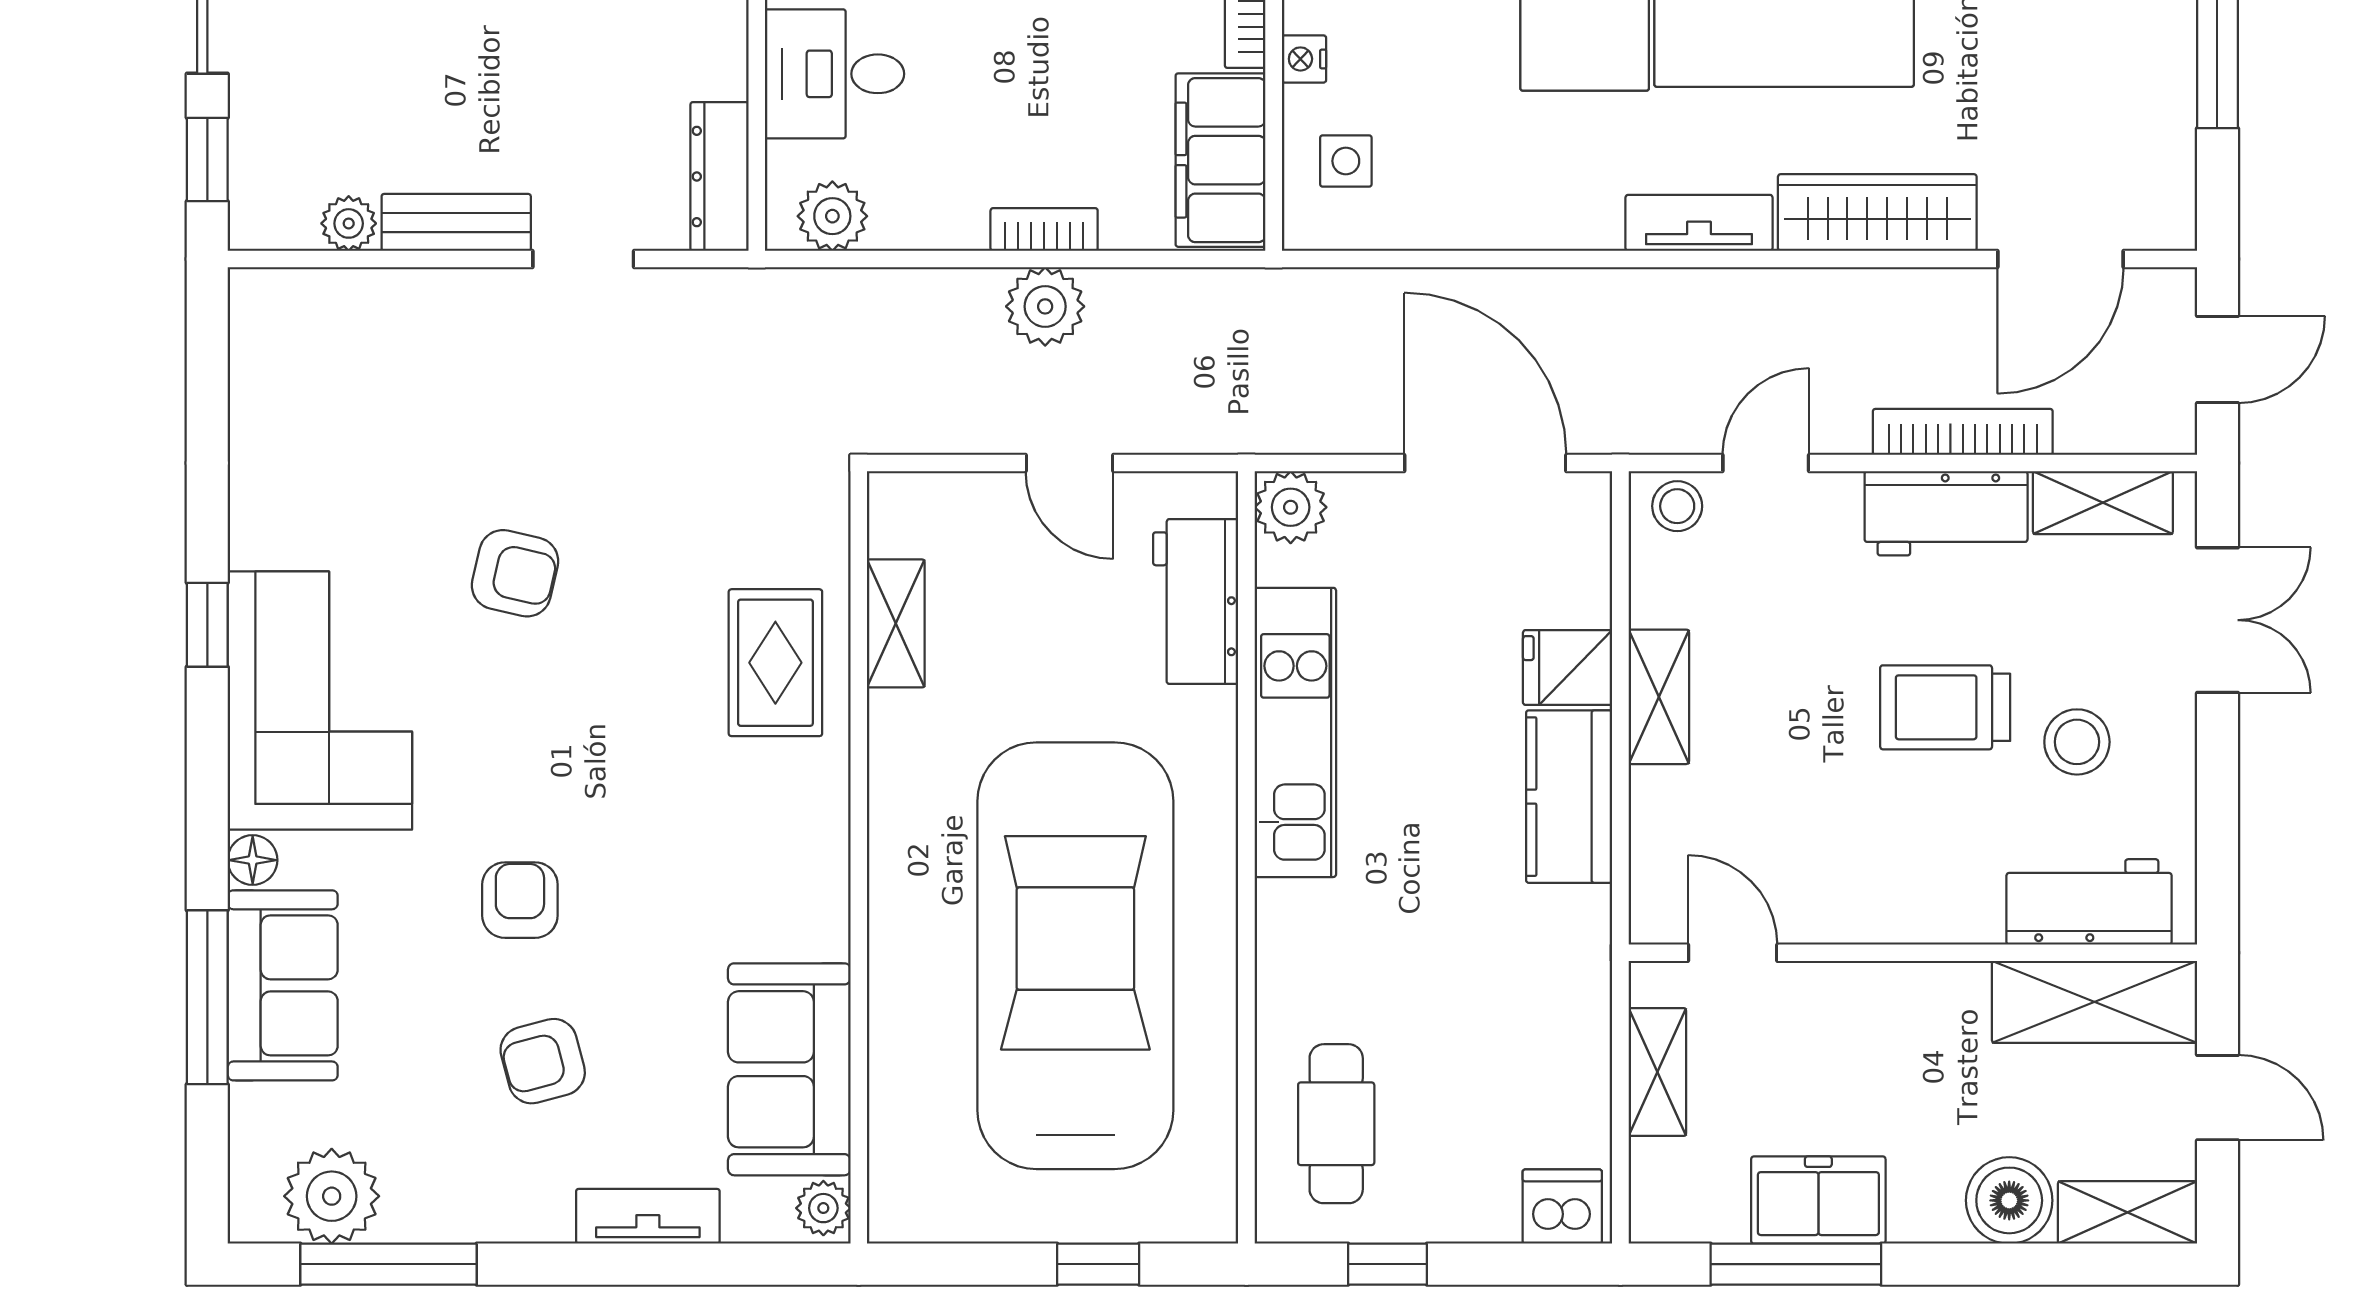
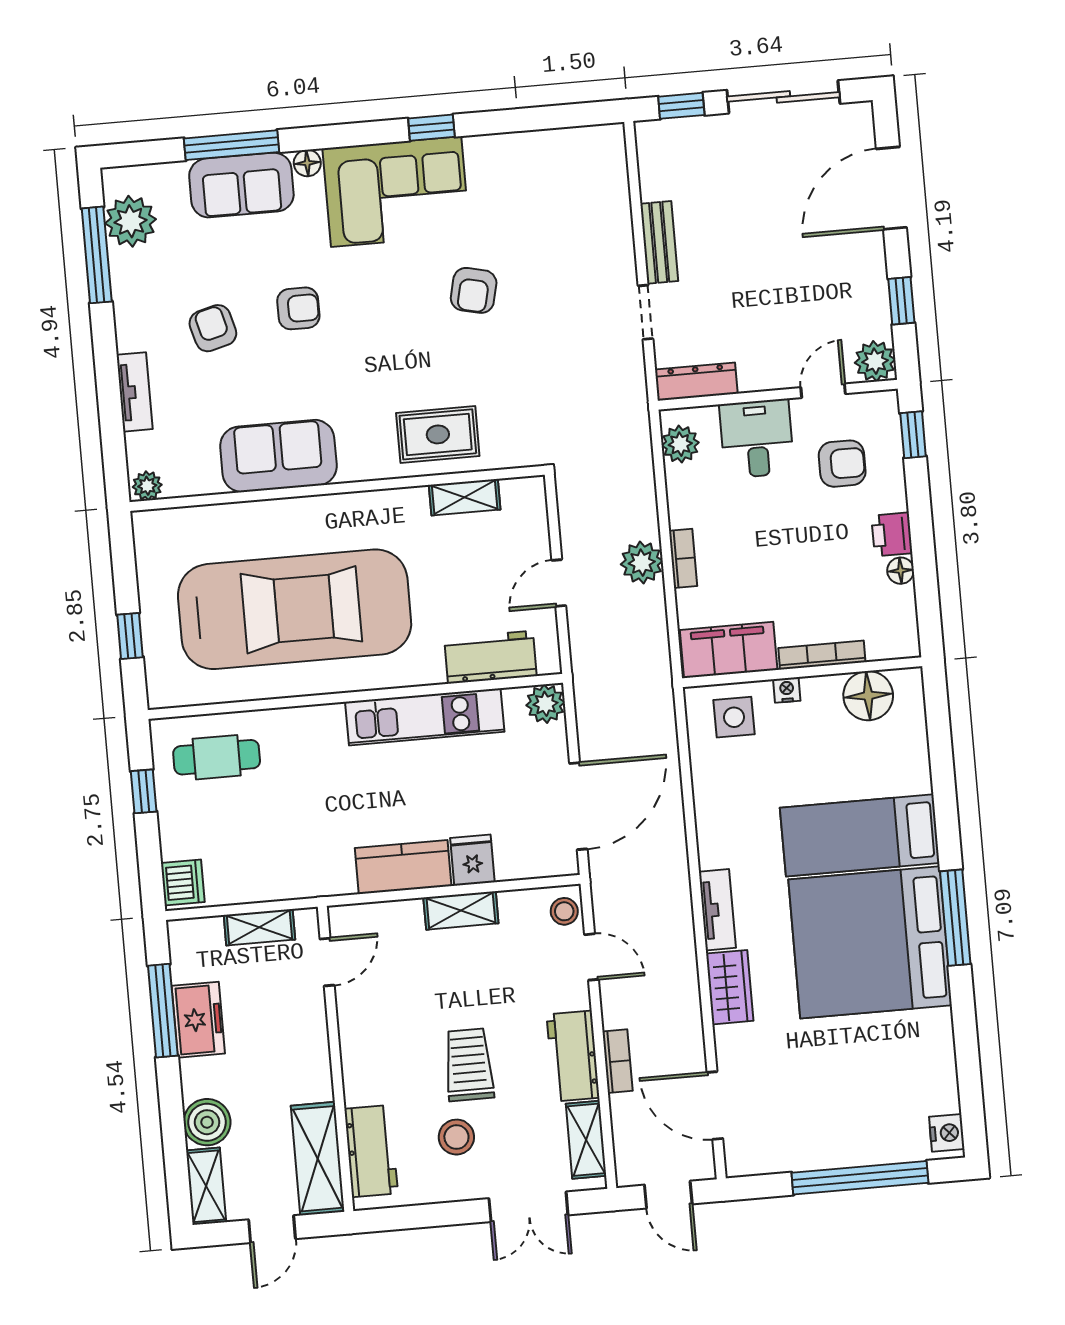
side table: (1346, 161) -> (734, 717), width x1.37, depth x1.37
wardrobe: (1877, 213) -> (730, 987), width x0.67
plant: (349, 223) -> (654, 185), removed
bookcase: (1963, 432) -> (618, 1061), width x0.64
sofa: (789, 1069) -> (278, 456), moved

